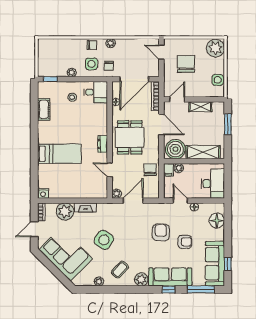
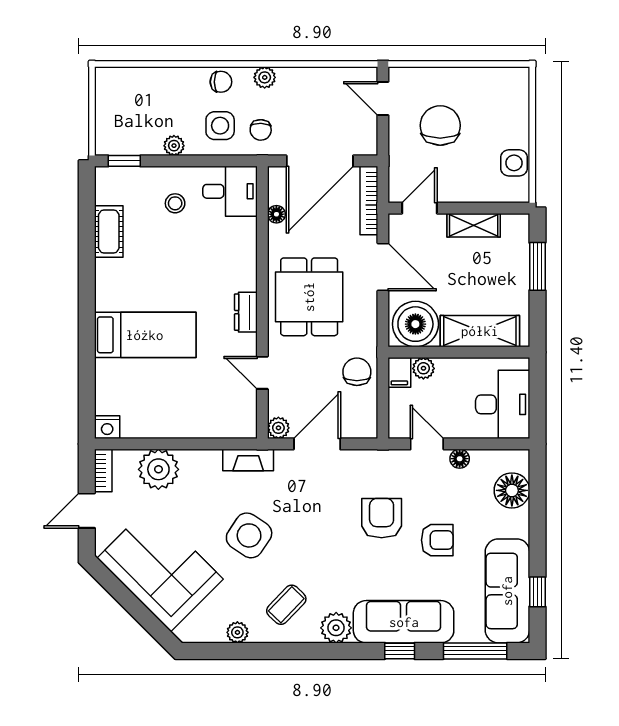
plant: (215, 48) -> (509, 89), removed
fireplace: (85, 207) -> (248, 460), moved

